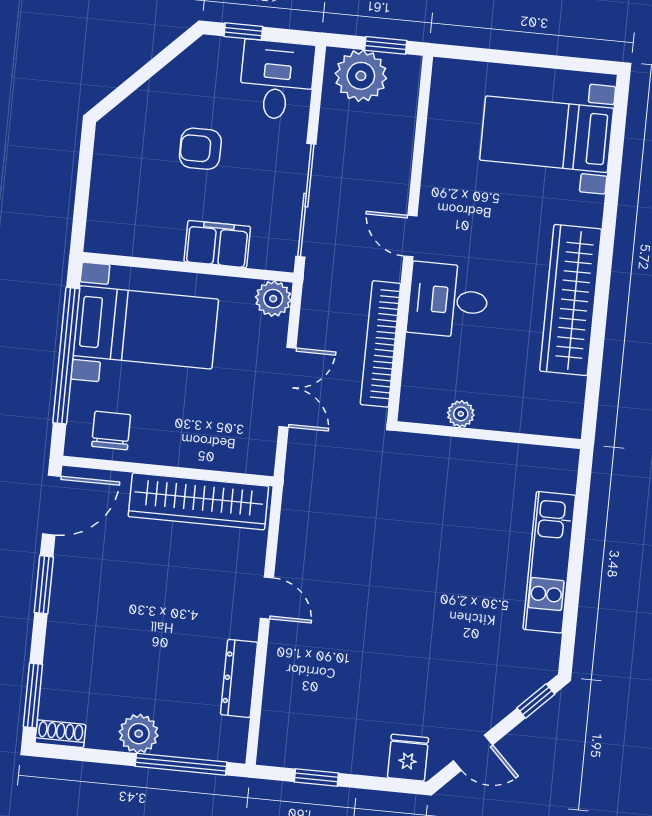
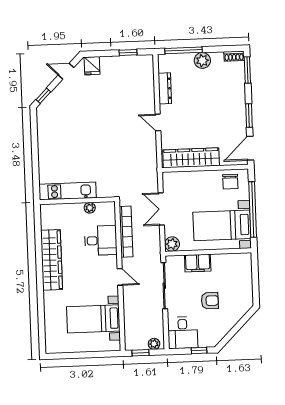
plant: (361, 76) -> (154, 344), width x0.53, depth x0.53
bed with nightstands: (547, 134) -> (93, 319), moved, turned 180
desk: (448, 300) -> (101, 240), moved
kitchen unit: (549, 562) -> (68, 191), moved, turned -90

